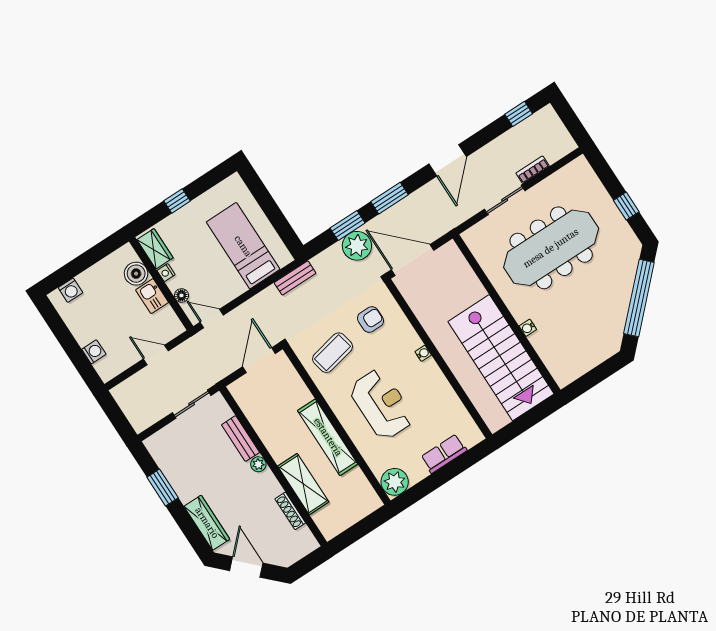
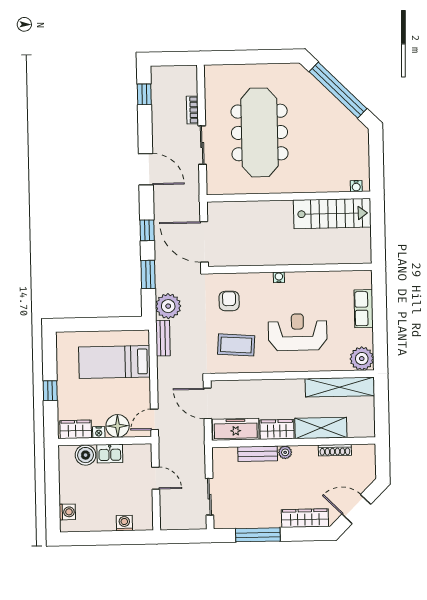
window: (390, 198) -> (147, 230), width x0.67
window: (626, 206) -> (263, 57), removed
plant: (357, 246) -> (168, 306), moved
door: (413, 260) -> (204, 242), hinge flipped
floor lamp: (181, 295) -> (118, 426), width x1.89, depth x1.89
water cooler: (528, 328) -> (356, 186), moved
coffee table: (333, 353) -> (236, 345), turned -74
door: (156, 355) -> (156, 478), swing flipped
stairs: (501, 358) -> (332, 214), width x0.73, depth x0.66
freezer: (251, 403) -> (236, 429), added
sliding door: (192, 404) -> (209, 497), moved
shelving: (328, 437) -> (340, 387), moved
wardrobe: (276, 443) -> (277, 429), added
window: (163, 487) -> (258, 535), width x1.44

